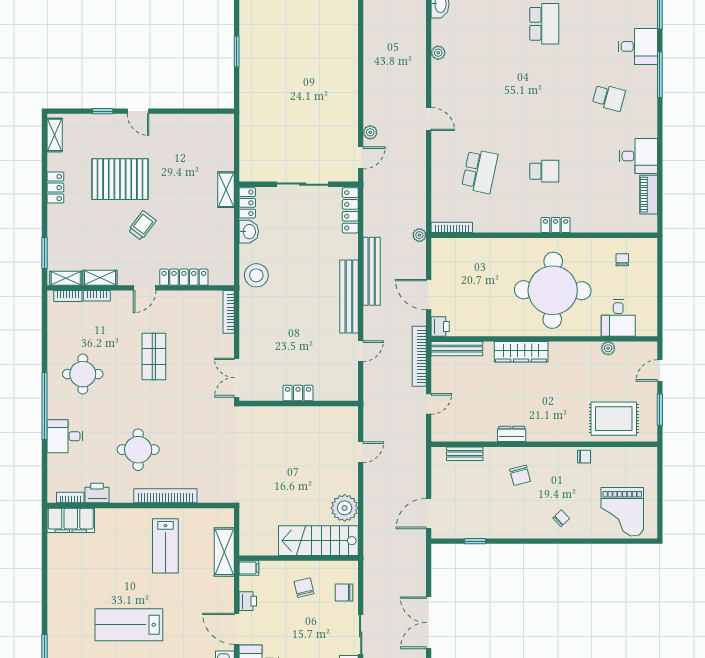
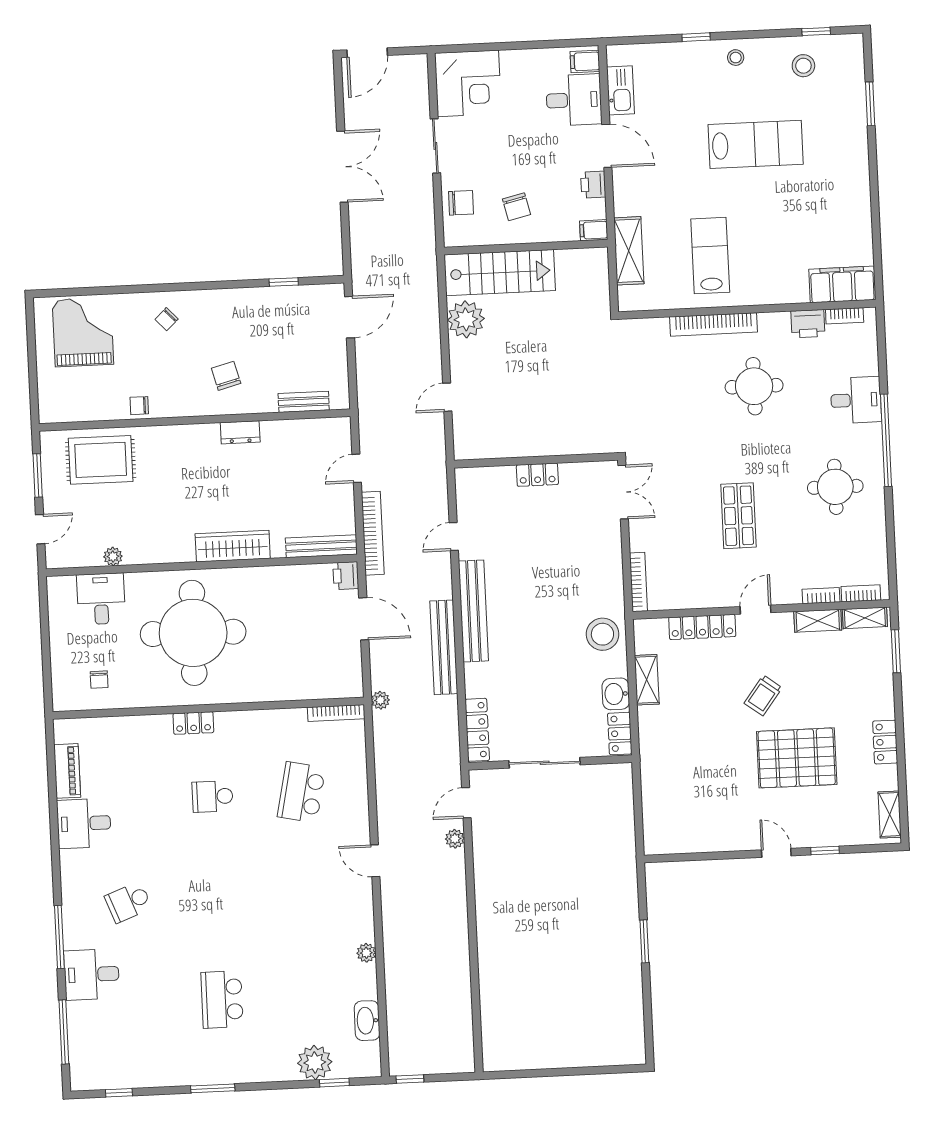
school desk: (609, 98) -> (128, 902), turned -36
shelving: (226, 190) -> (647, 680), moved

